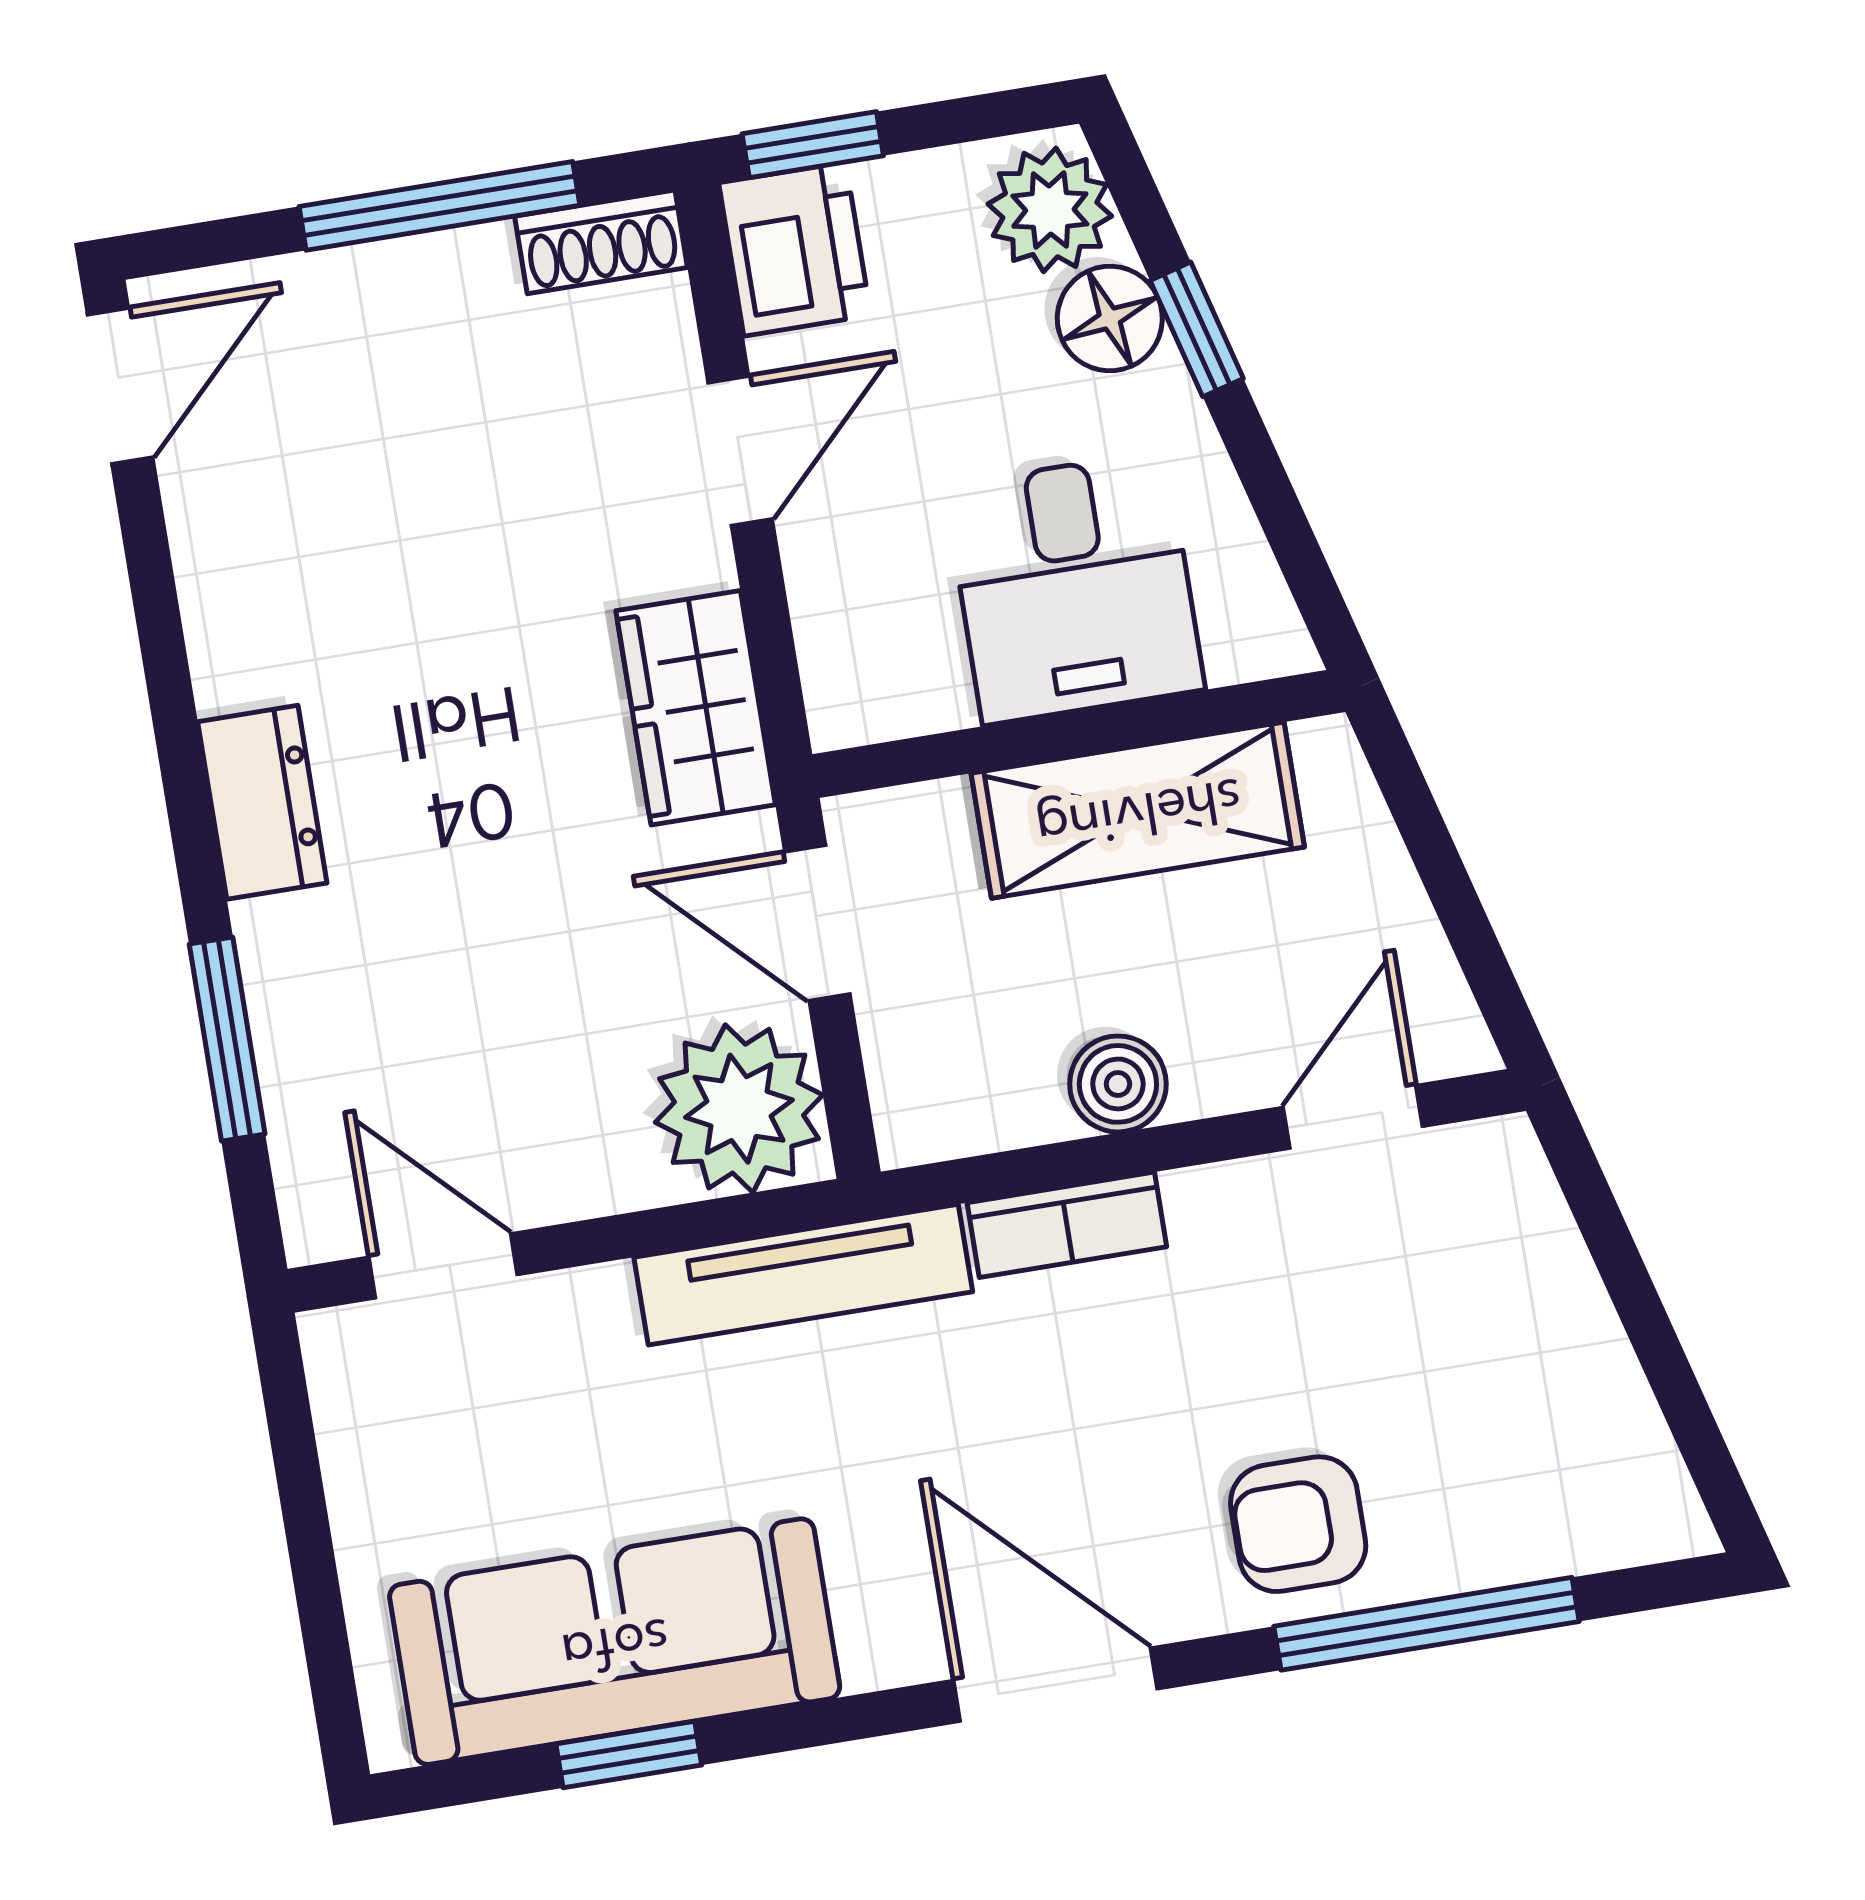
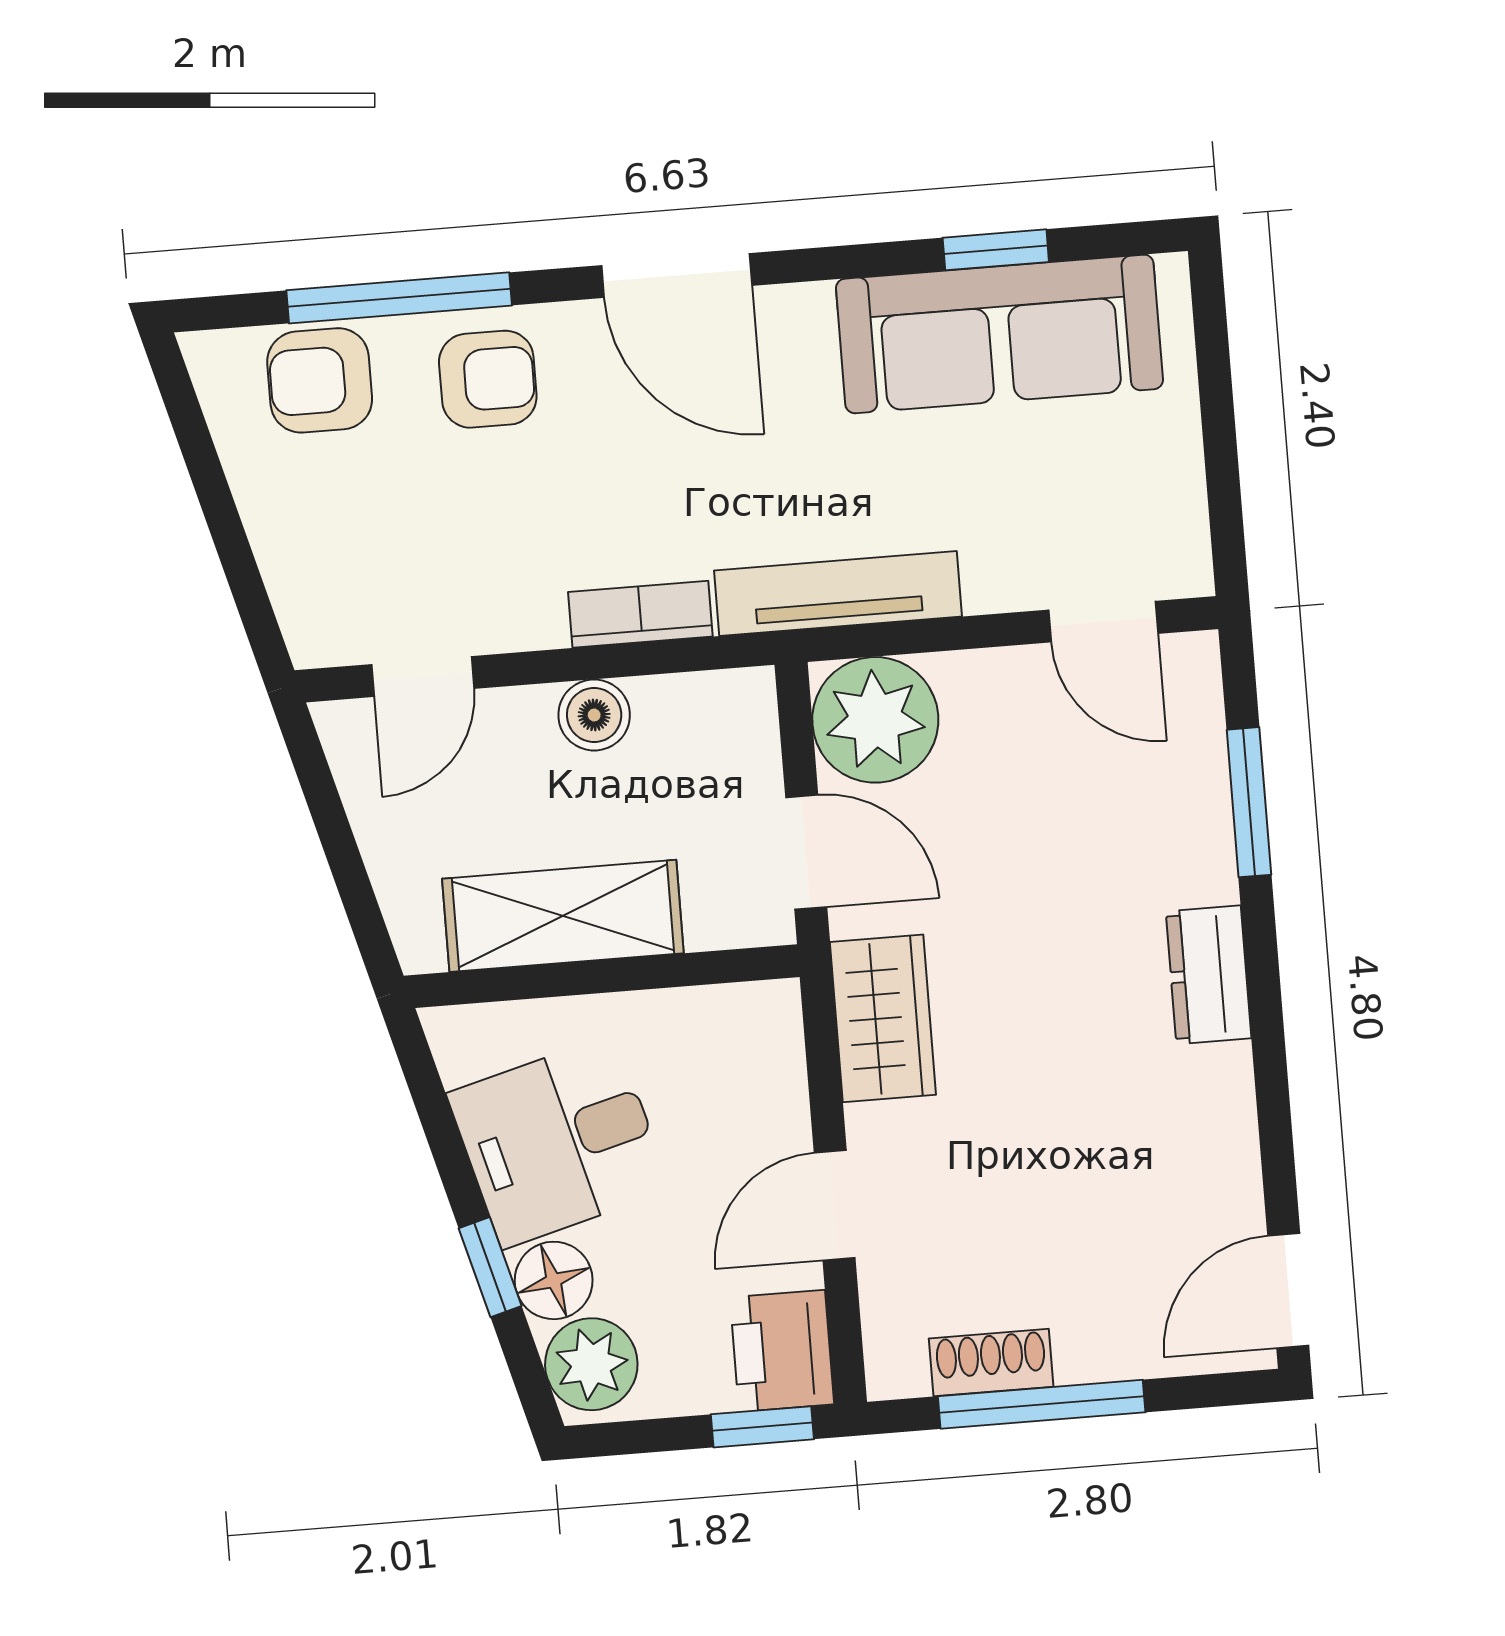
shoe rack: (601, 242) -> (991, 1363), moved
desk: (1074, 588) -> (559, 1142), moved, turned -105
armchair: (1524, 1504) -> (320, 380), added

